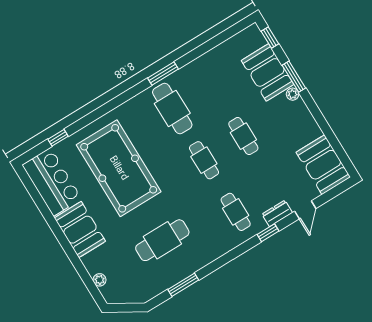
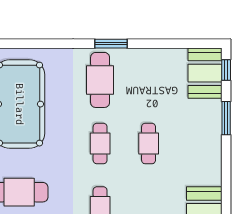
booth: (267, 72) -> (205, 73), moved
plant: (293, 94) -> (215, 133), removed

